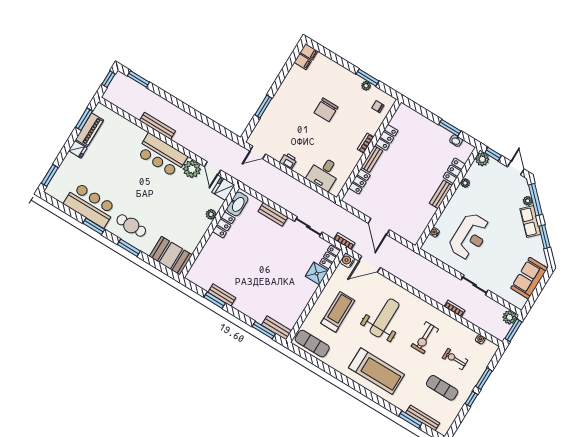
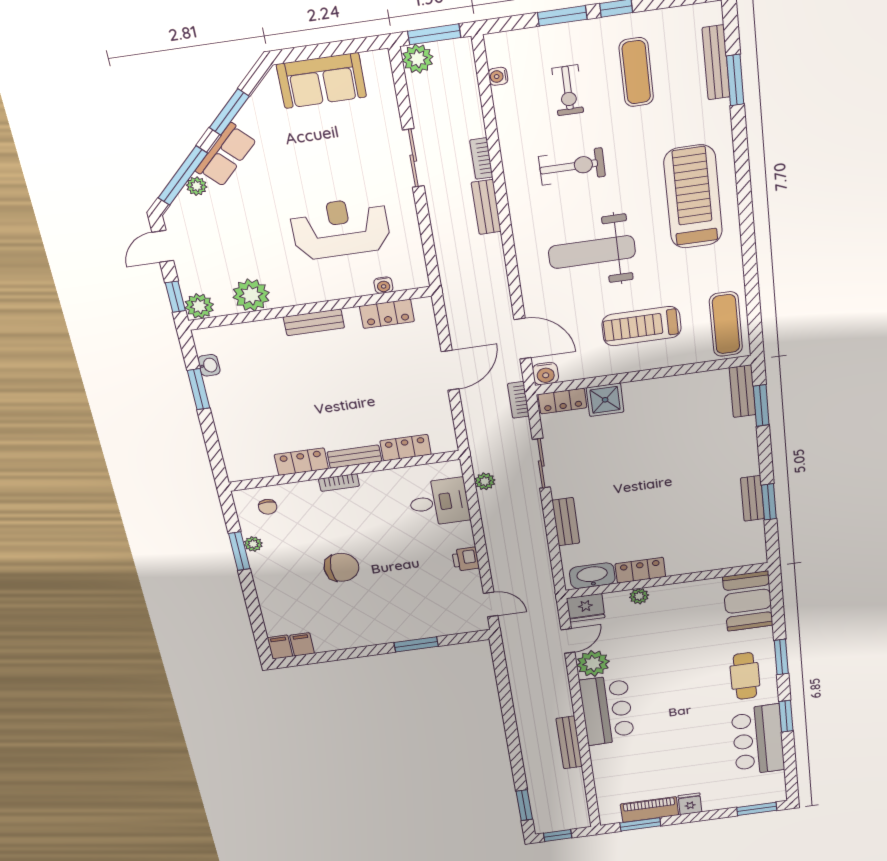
locker: (454, 171) -> (387, 314), moved
plant: (465, 183) -> (251, 295), width x1.88, depth x1.88
plant: (319, 199) -> (485, 481), added
bench: (434, 295) -> (486, 207), added

